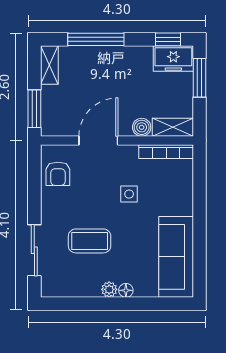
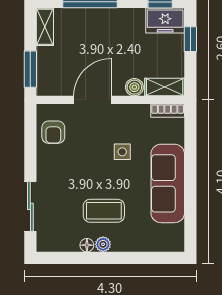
window: (199, 78) -> (190, 39), width x0.67
bookcase: (166, 152) -> (168, 111), width x0.64
coffee table: (90, 241) -> (104, 211), moved
sofa: (176, 257) -> (168, 183), moved
floor lamp: (126, 290) -> (87, 245), moved

